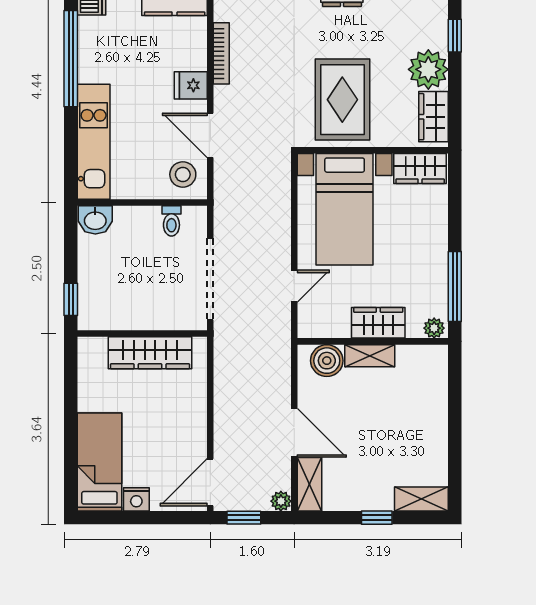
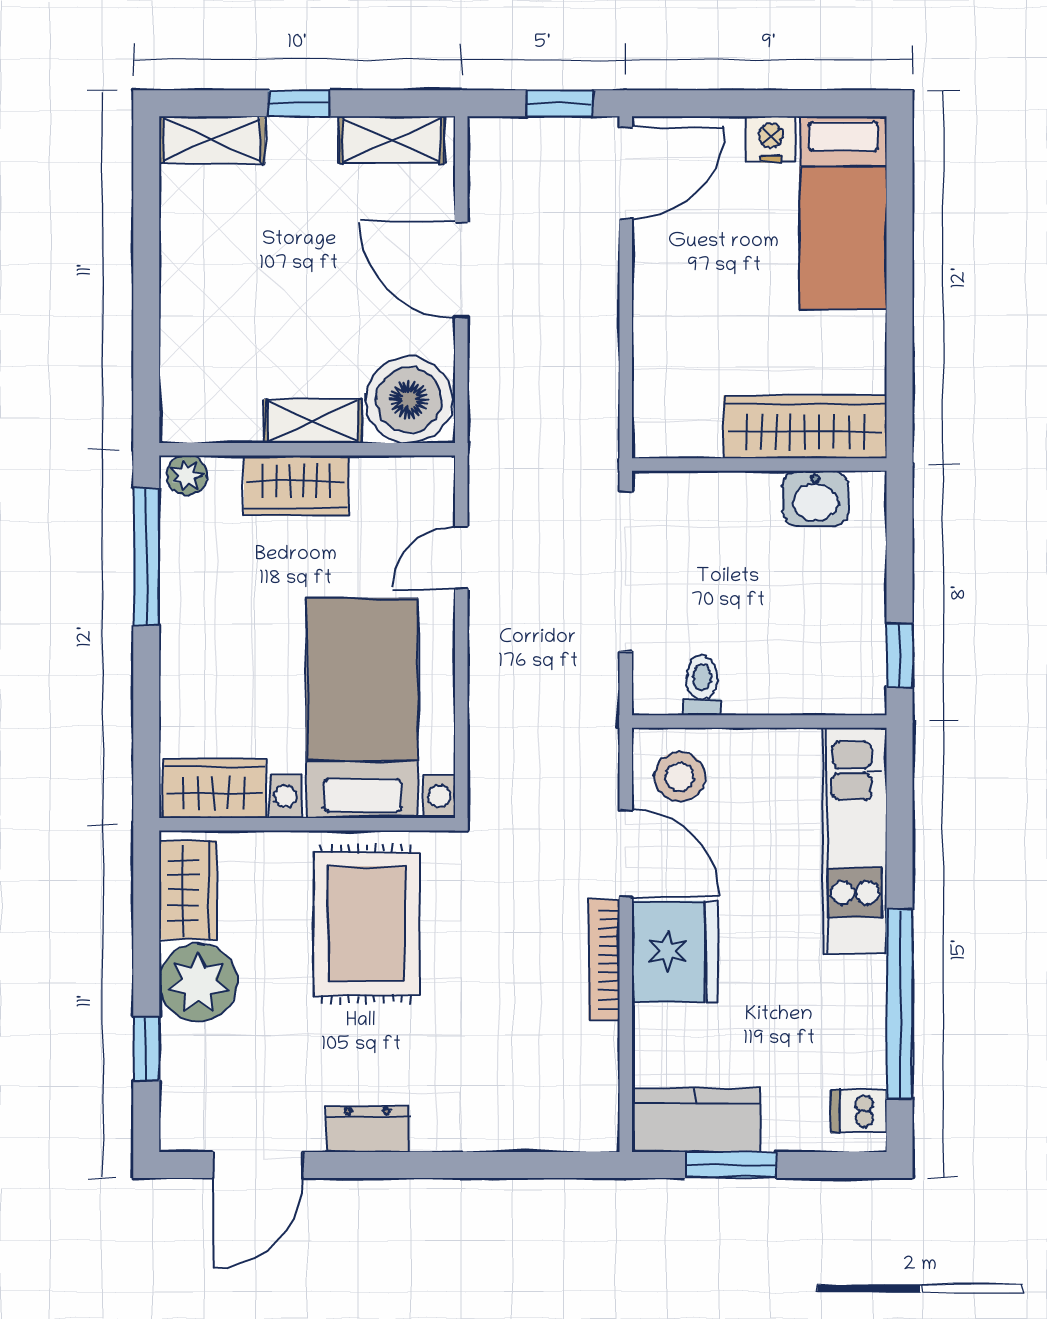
bookcase: (221, 53) -> (604, 959), moved
fridge: (191, 85) -> (675, 952), width x1.88, depth x1.34
washbasin: (95, 220) -> (815, 499), moved, turned 180
window: (71, 299) -> (900, 655), moved
wardrobe: (150, 353) -> (805, 427), moved
boiler: (327, 361) -> (409, 400), width x1.37, depth x1.37
shelving: (309, 484) -> (392, 140), moved, turned 90
plant: (281, 501) -> (487, 136), removed

